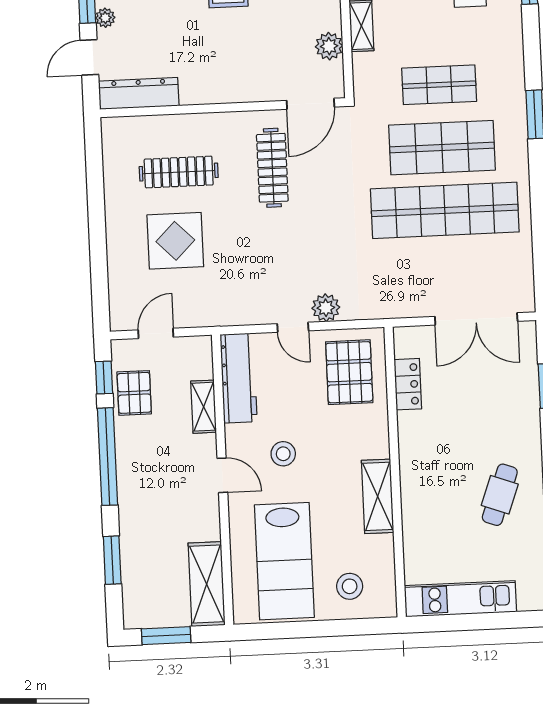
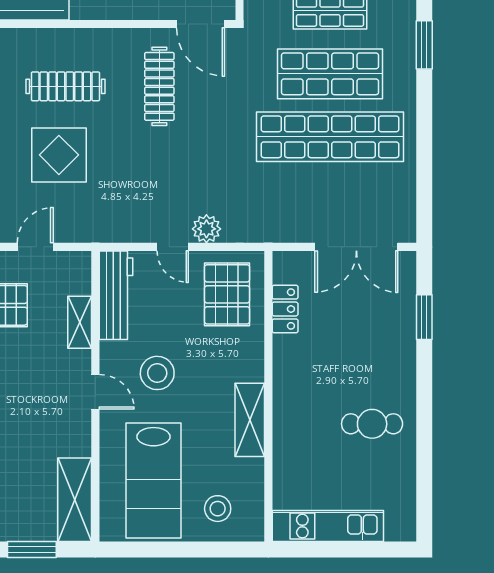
door: (311, 104) -> (200, 24), hinge flipped
stool: (283, 454) -> (157, 373), width x1.38, depth x1.38
cafe table: (500, 495) -> (372, 424), turned 70

